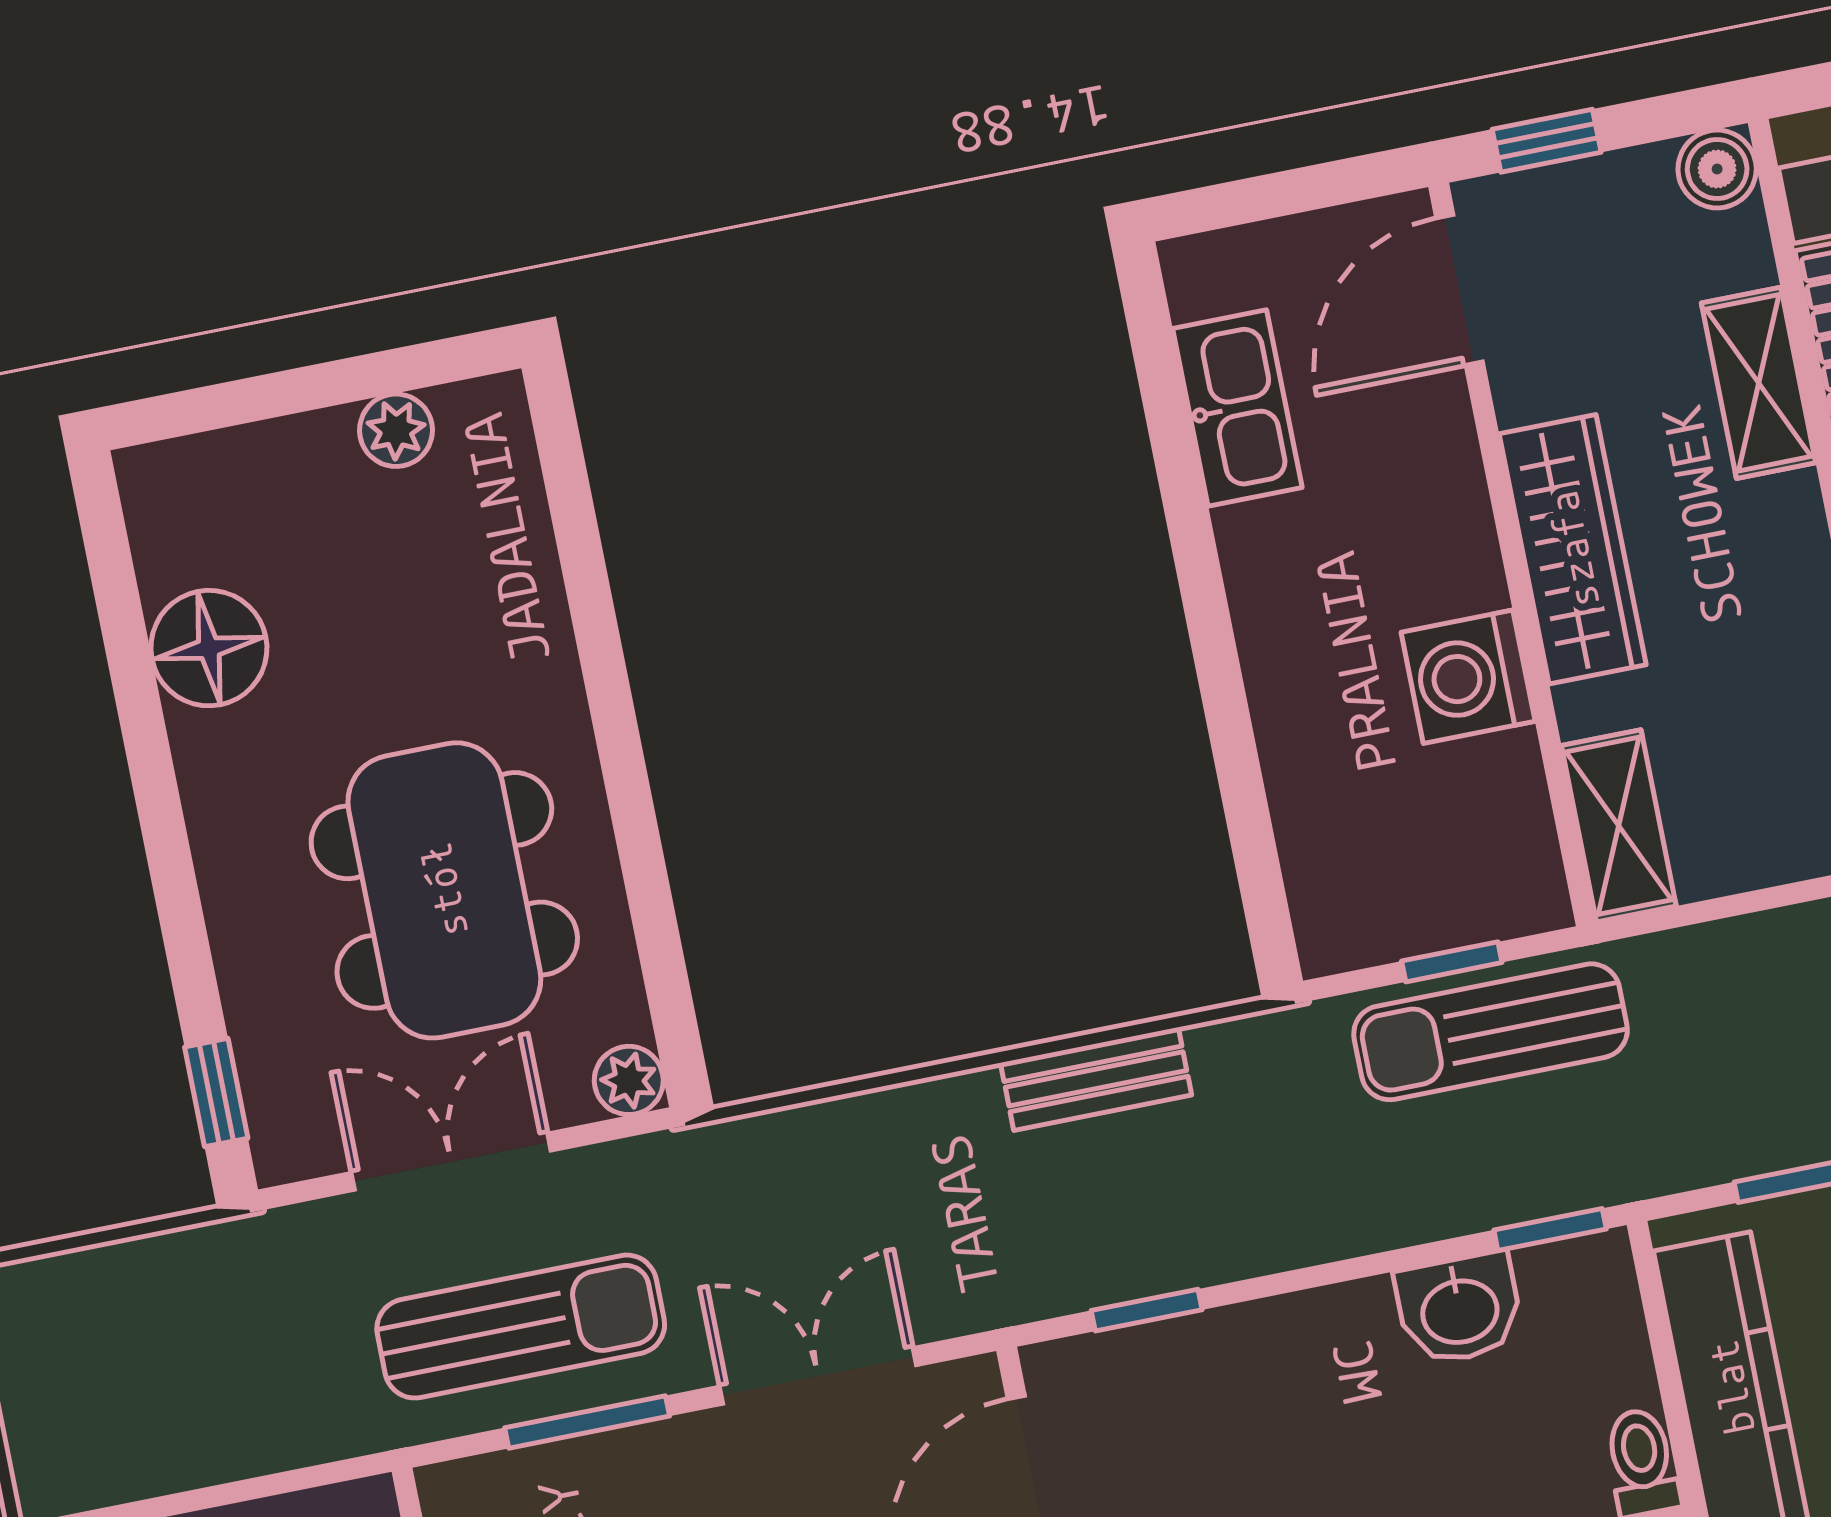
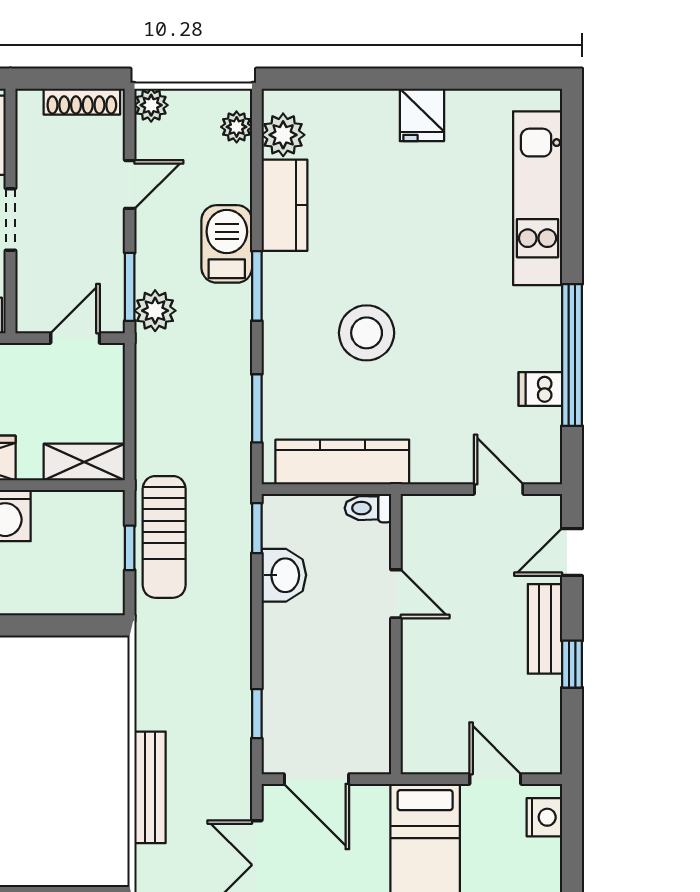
bench: (1096, 1079) -> (150, 787), moved, width x1.36

